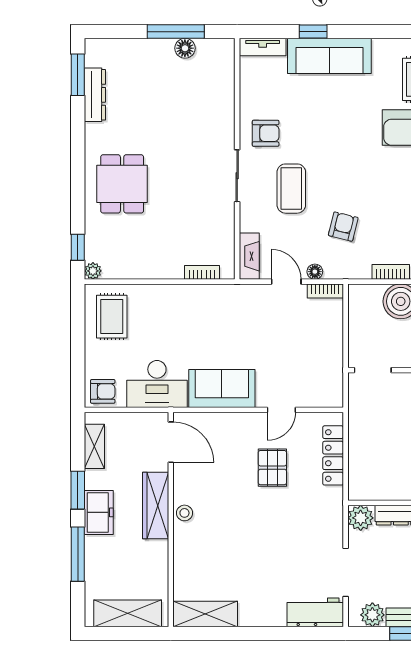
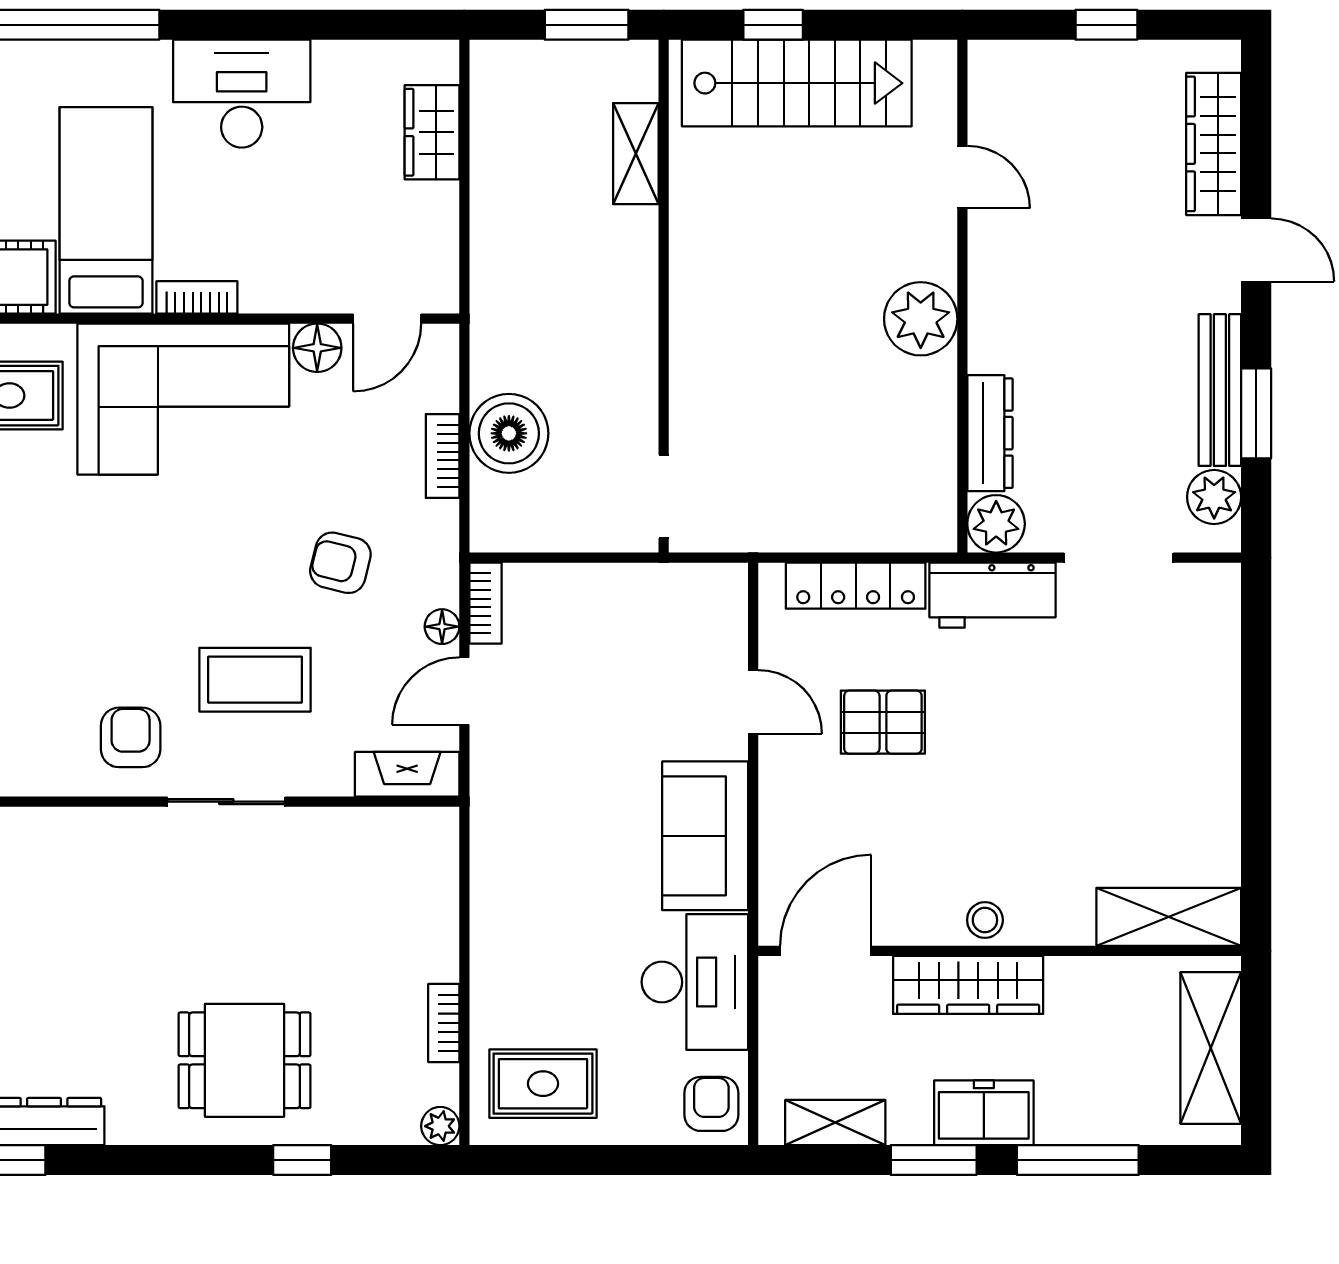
window: (78, 247) -> (302, 1160), moved
bookcase: (202, 272) -> (444, 1023), moved
workbench: (315, 612) -> (992, 595), moved, turned -90
shelving: (205, 614) -> (1169, 917), moved, turned 90

